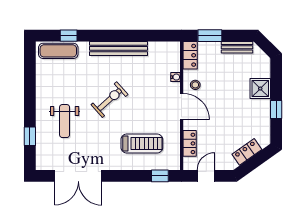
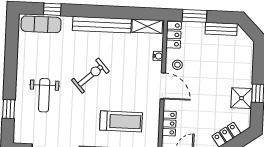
shelving: (164, 48) -> (147, 26), added
shower: (260, 89) -> (242, 98), moved

